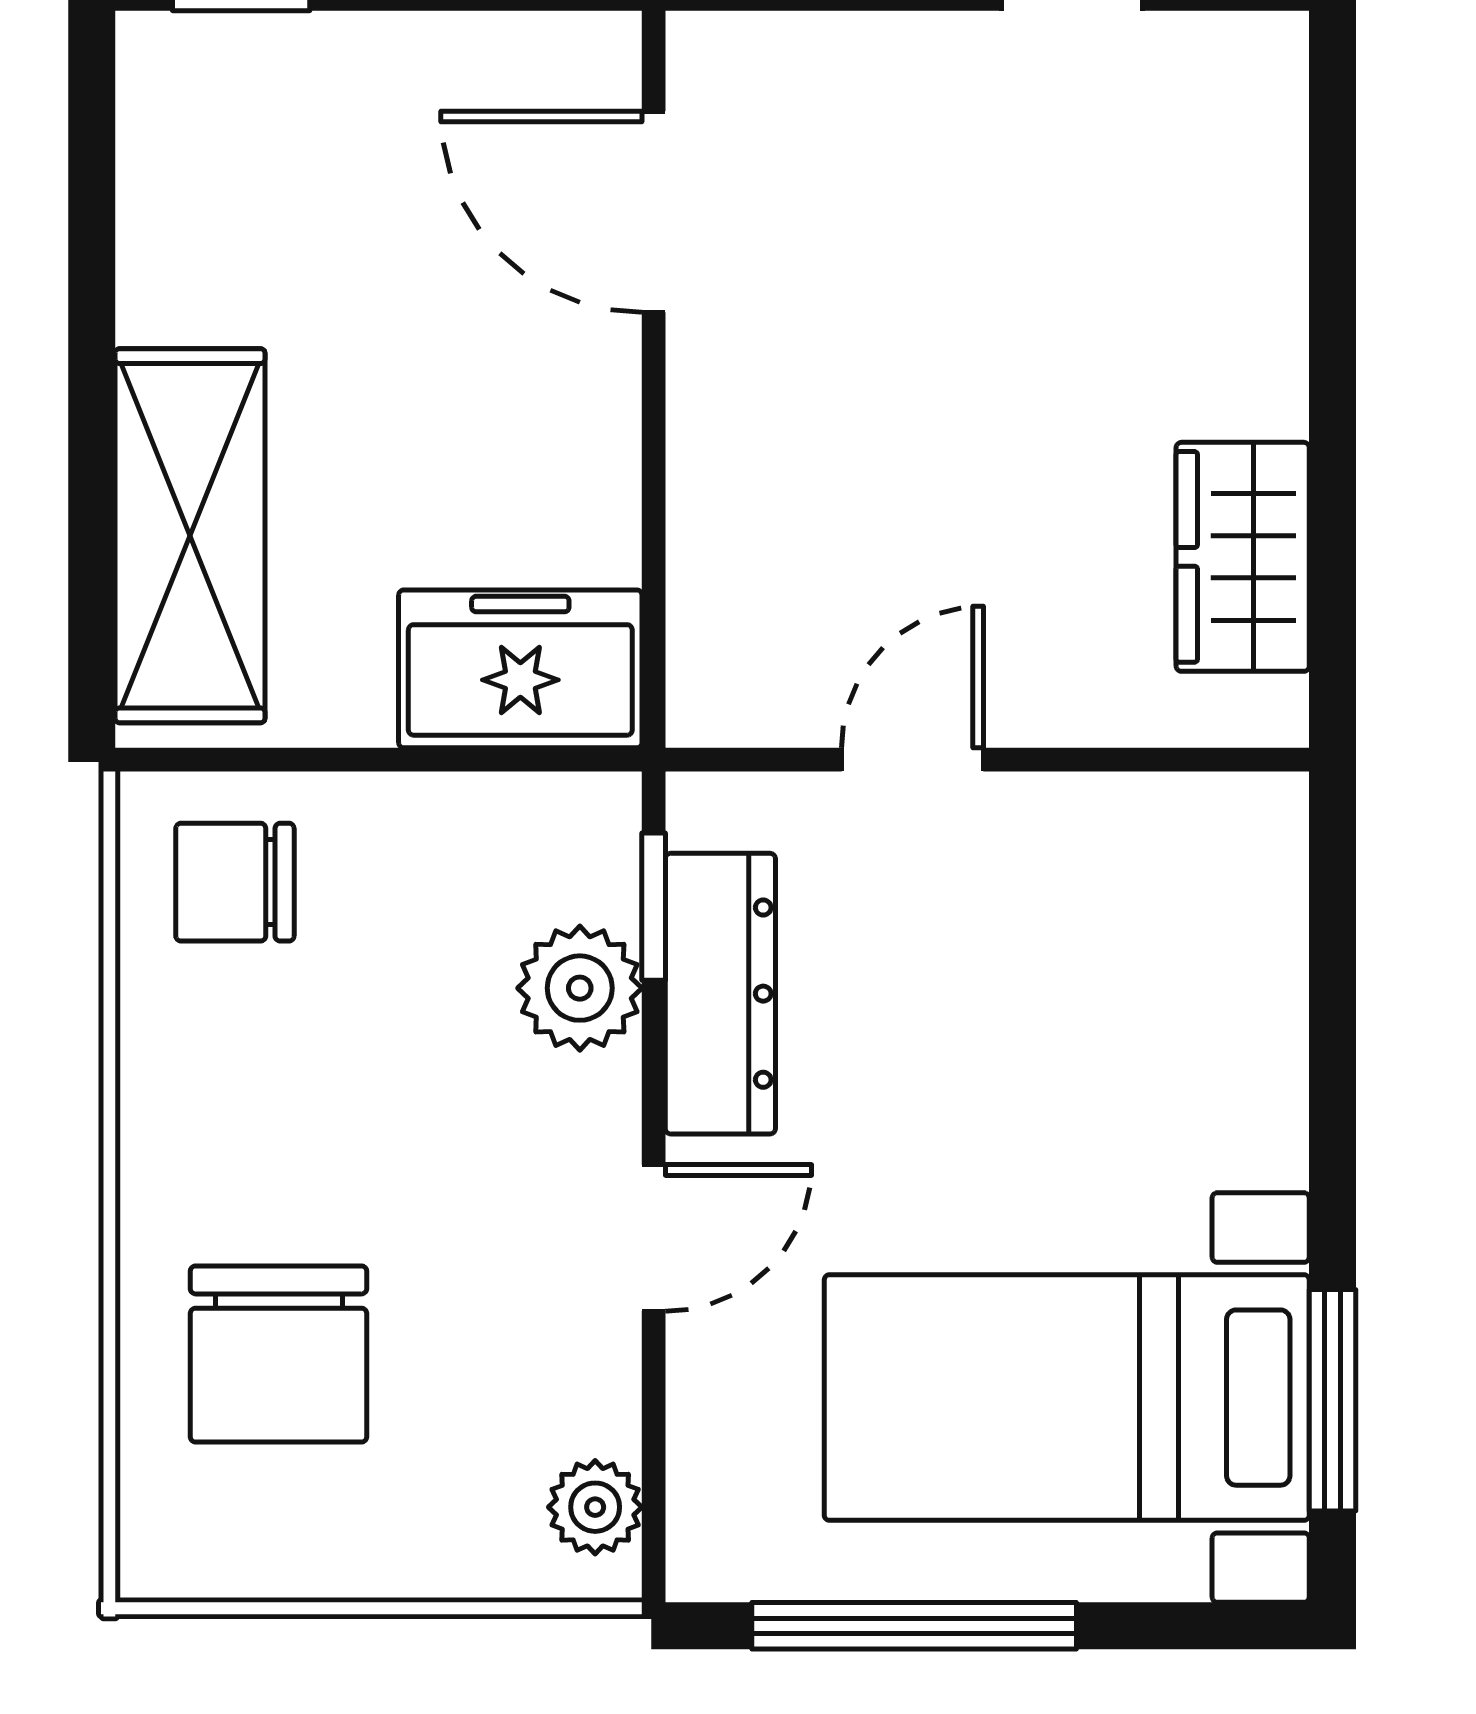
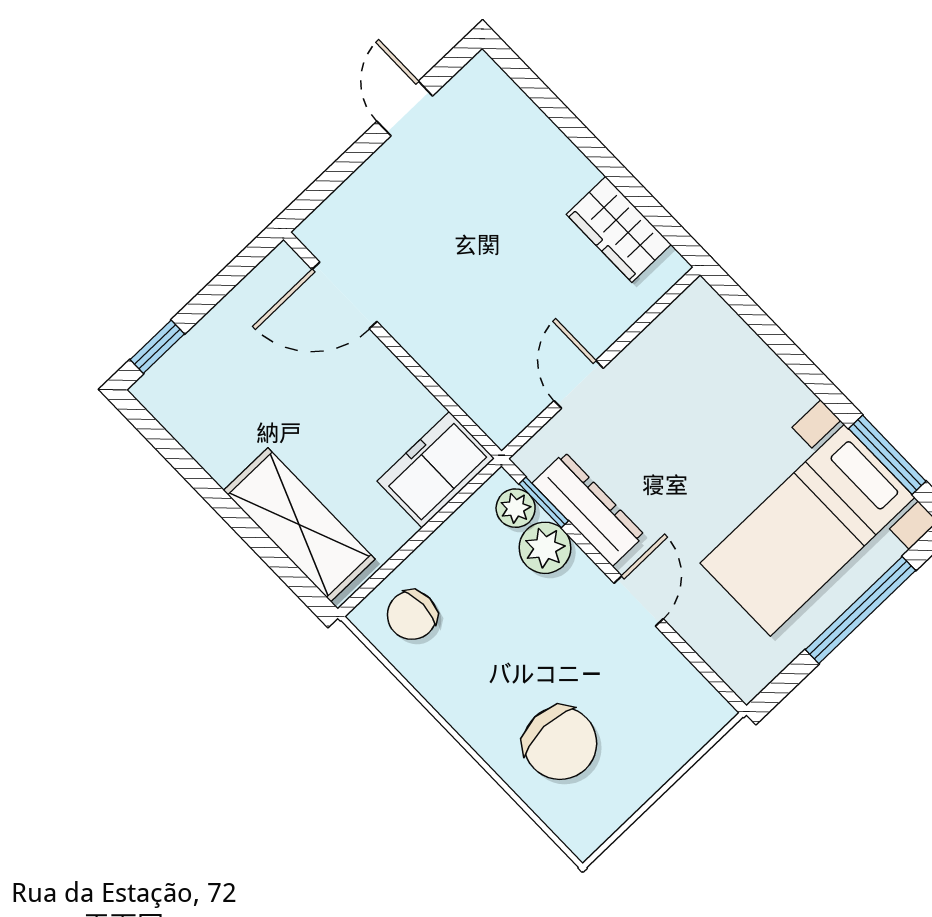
plant: (595, 1507) -> (516, 508), moved
window: (914, 1626) -> (860, 610), moved

